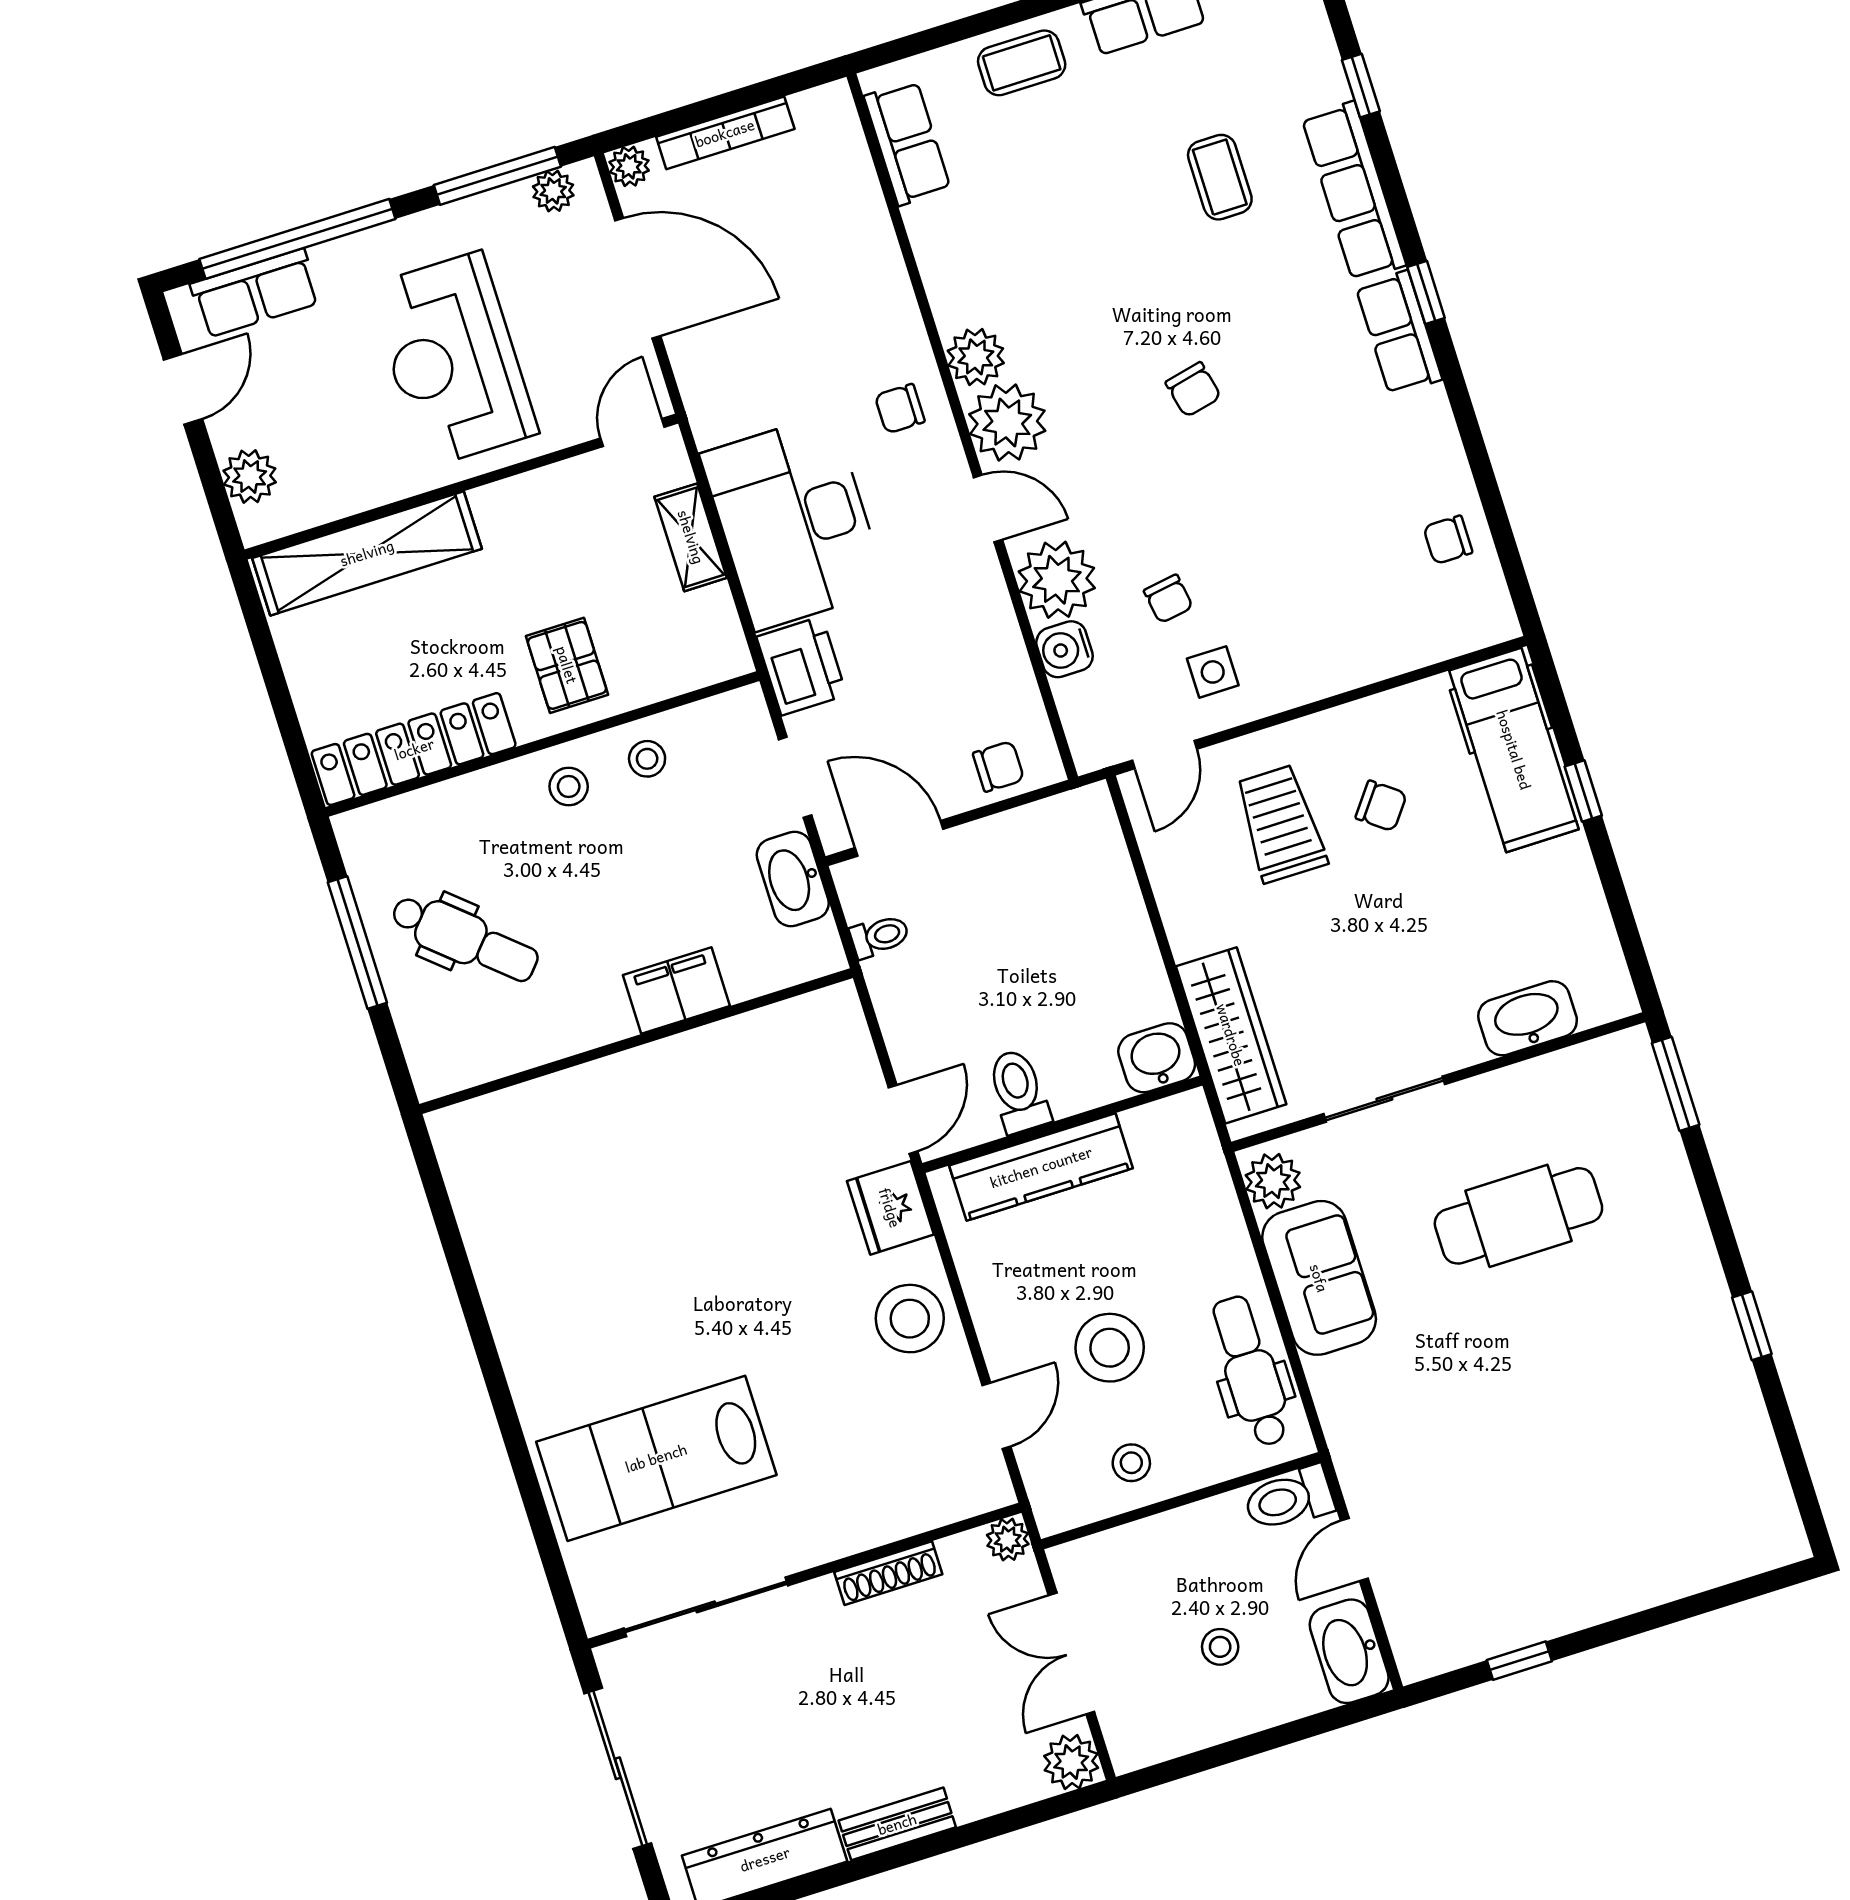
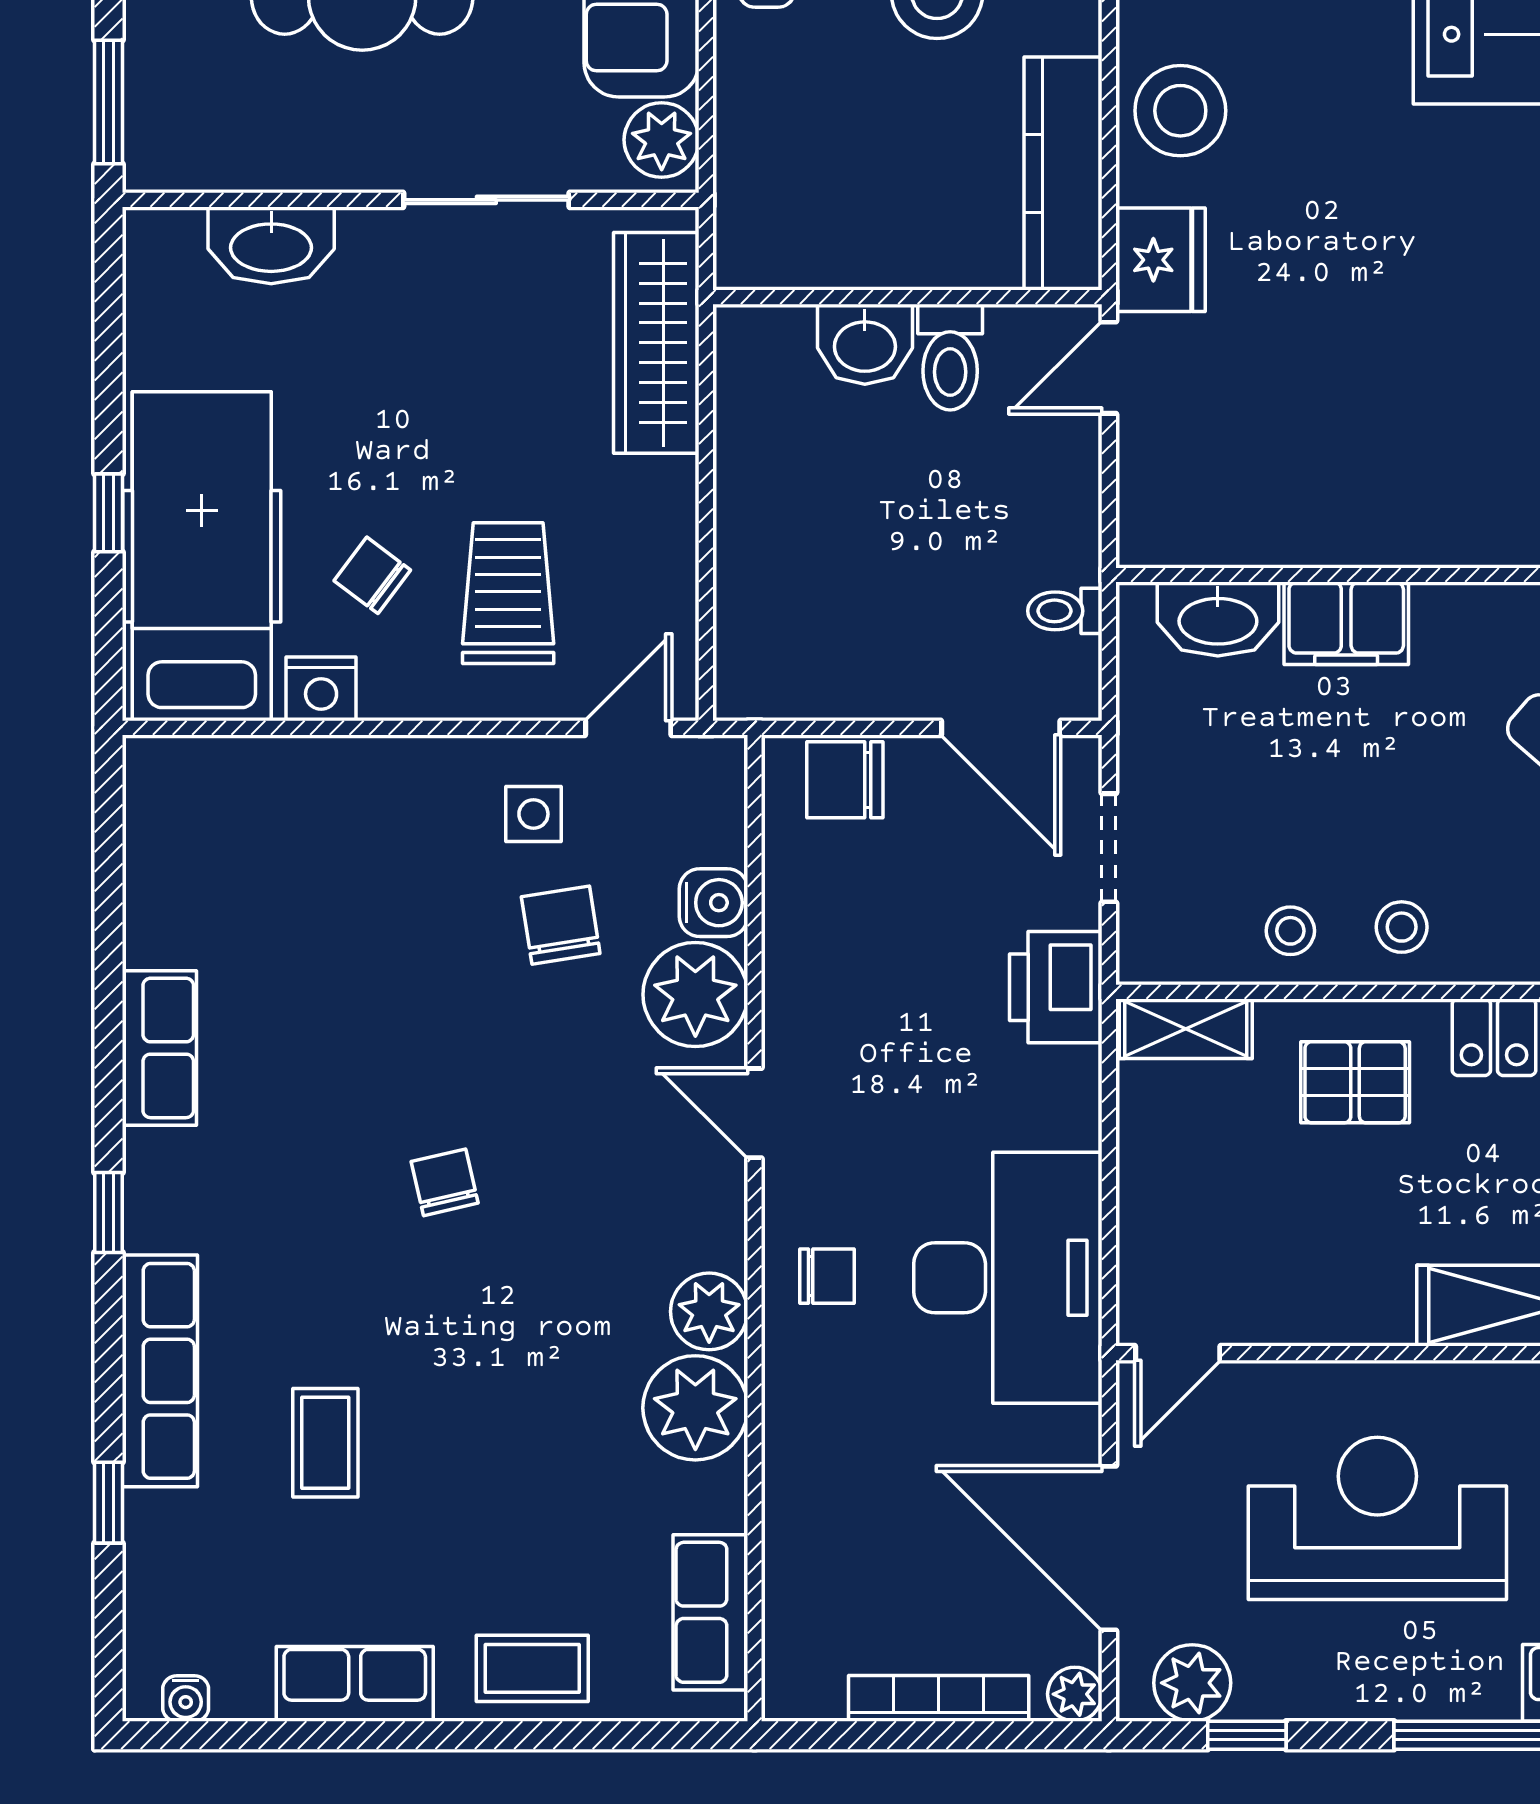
window: (497, 176) -> (1247, 1735), width x0.46
plant: (553, 191) -> (1192, 1683), width x1.38, depth x1.38
row of seats: (1399, 333) -> (159, 1048), moved
reception desk: (453, 360) -> (1377, 1518), turned -90
plant: (1007, 422) -> (695, 1408), moved
desk: (794, 522) -> (1008, 1278), moved
shelving: (691, 537) -> (1186, 1029), moved, turned 90
chair: (1448, 540) -> (180, 888), removed
chair: (1168, 599) -> (561, 925), width x1.37, depth x1.37
pallet: (567, 665) -> (1355, 1082), turned 90
nightstand: (1392, 713) -> (321, 689), added
hospital bed: (1514, 750) -> (202, 556), width x1.37, depth x1.29
chair: (998, 766) -> (845, 780), width x1.37, depth x1.37
trolley: (1280, 824) -> (508, 593), turned 180
washbasin: (793, 879) -> (1218, 619), moved, turned 90
washbasin: (1157, 1058) -> (865, 344), moved
kitchen counter: (1041, 1167) -> (1063, 174), moved, turned -90

